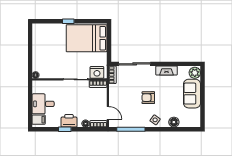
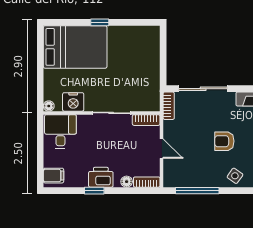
bed: (87, 38) -> (75, 47), moved, turned 180
nightstand: (97, 72) -> (73, 102), moved
desk: (43, 104) -> (60, 132), moved, turned 90
door: (108, 113) -> (162, 149), moved

